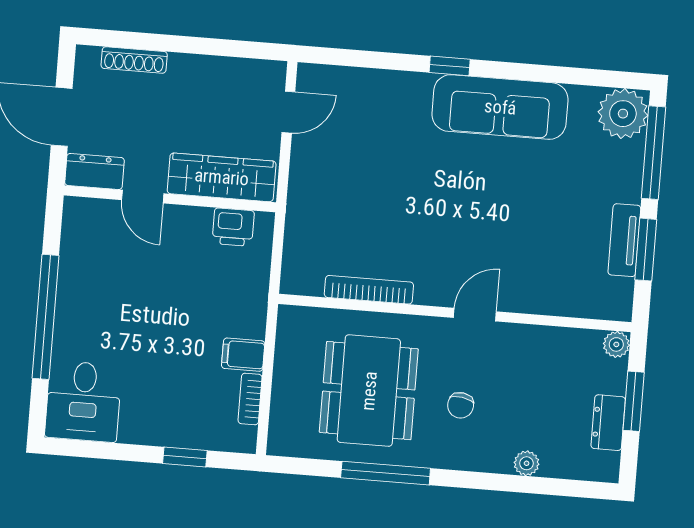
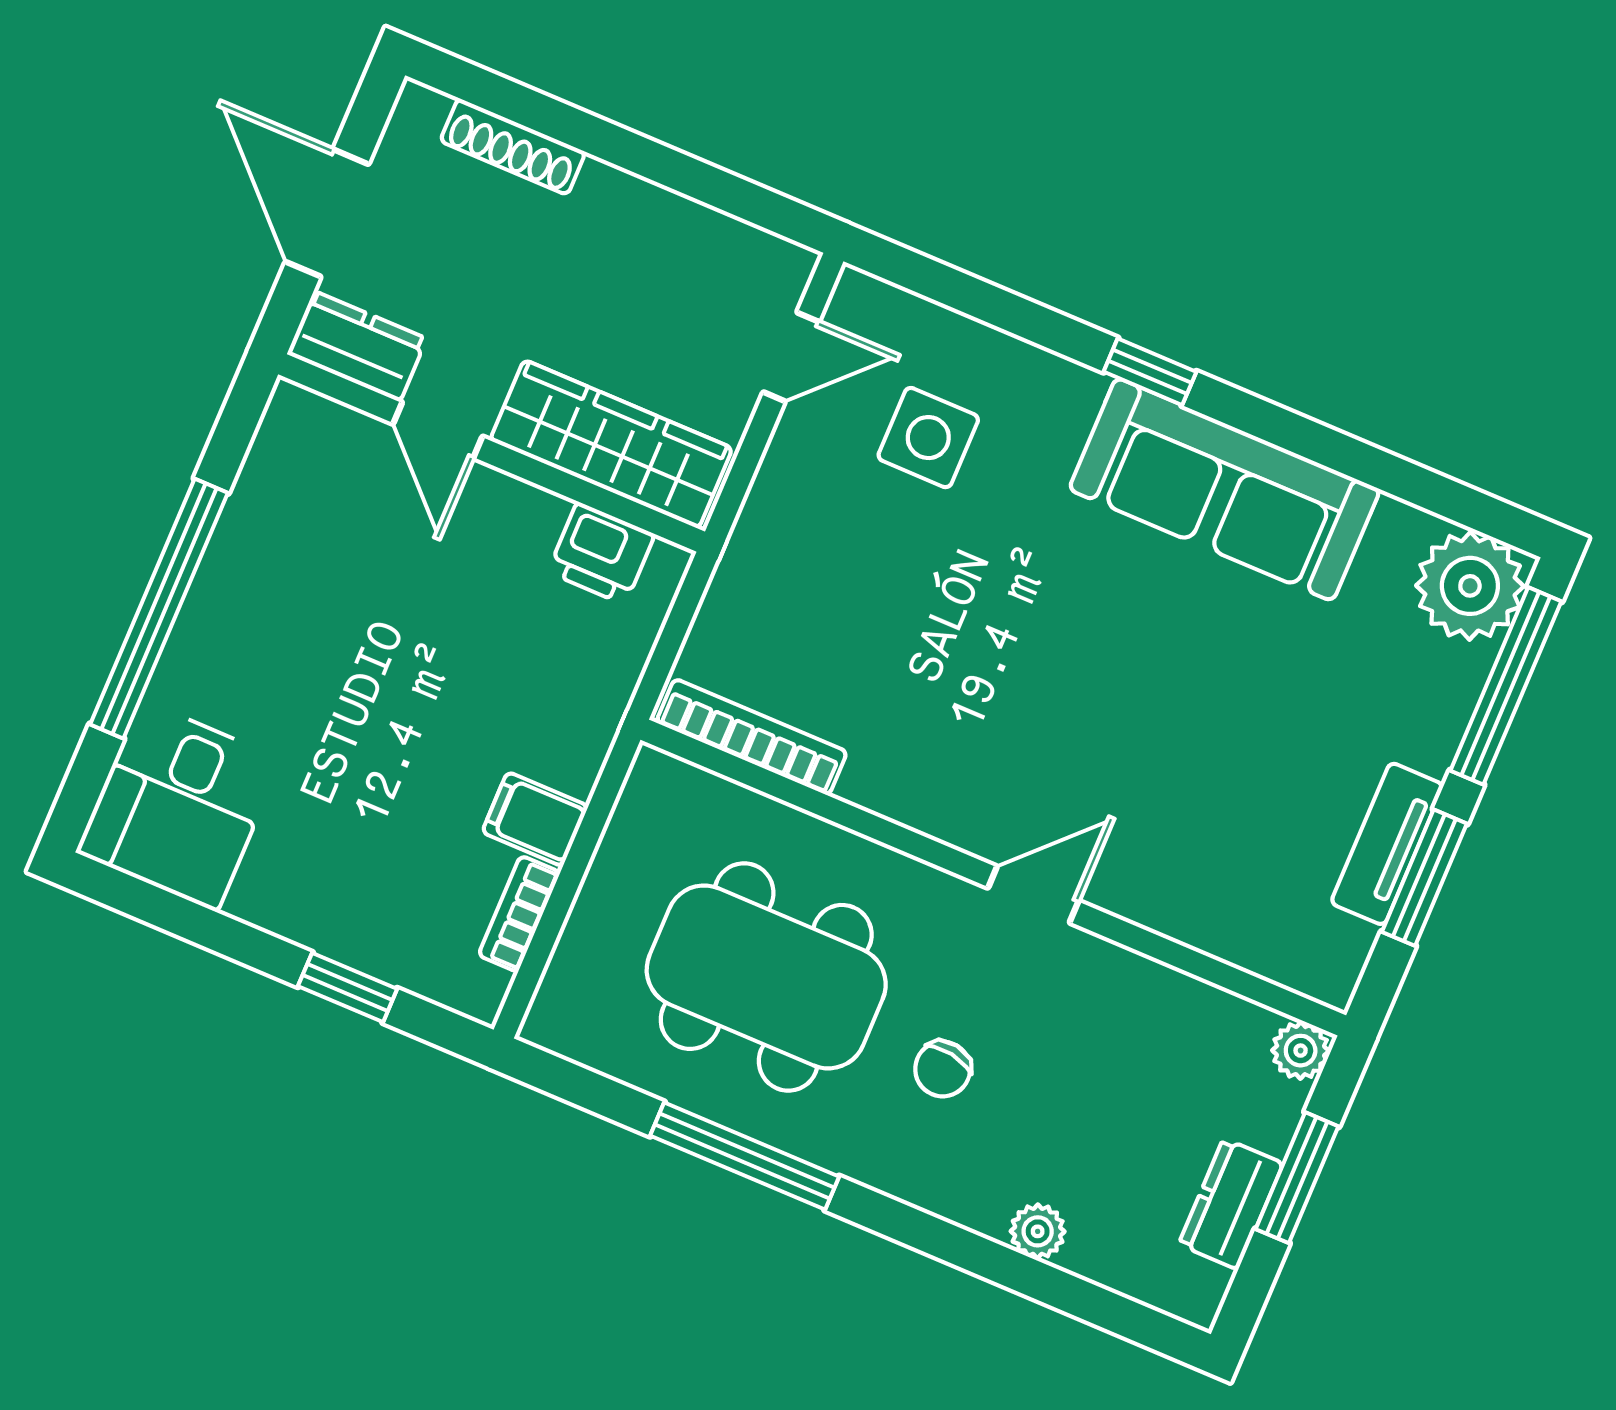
side table: (361, 128) -> (928, 438), added
bookcase: (369, 290) -> (752, 737), moved
dining table: (369, 391) -> (766, 977), turned 90

